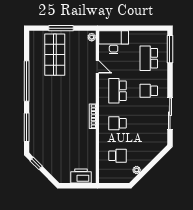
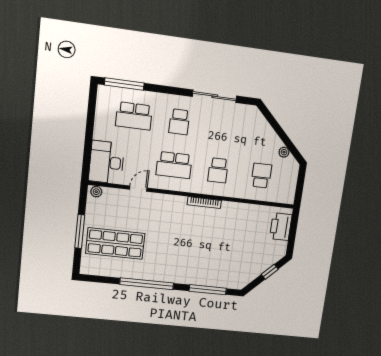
window: (36, 163) -> (270, 272), moved

